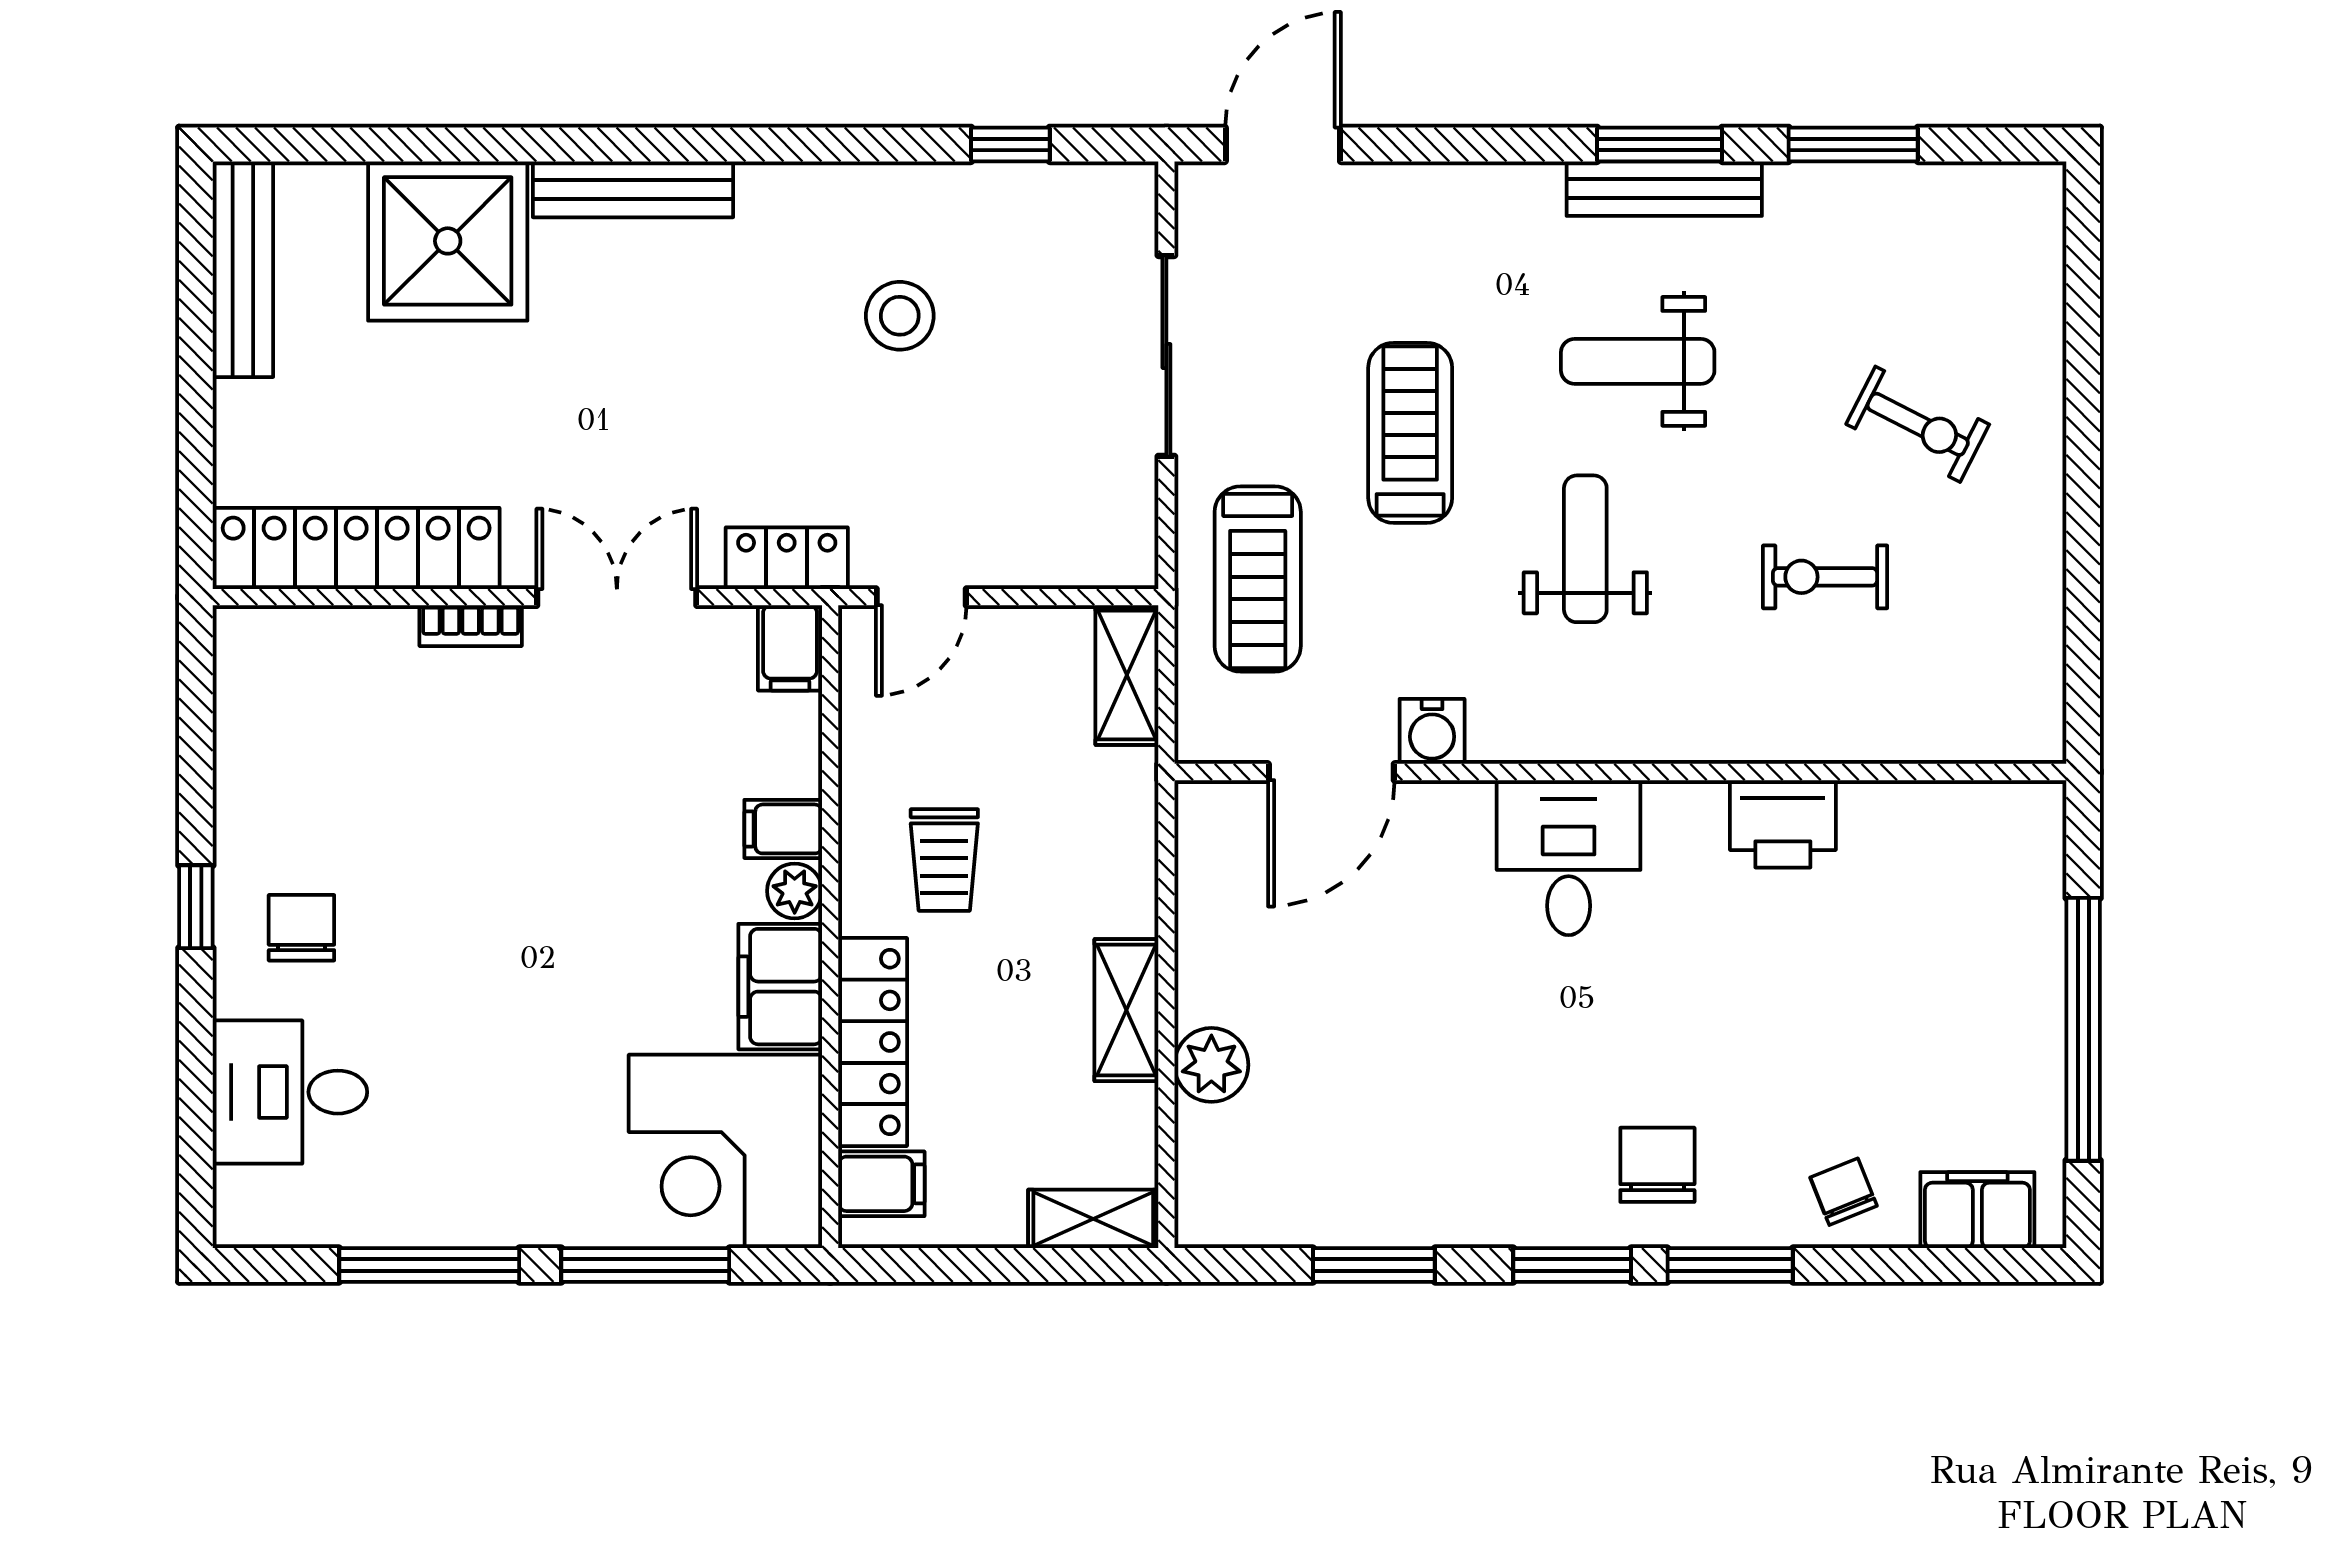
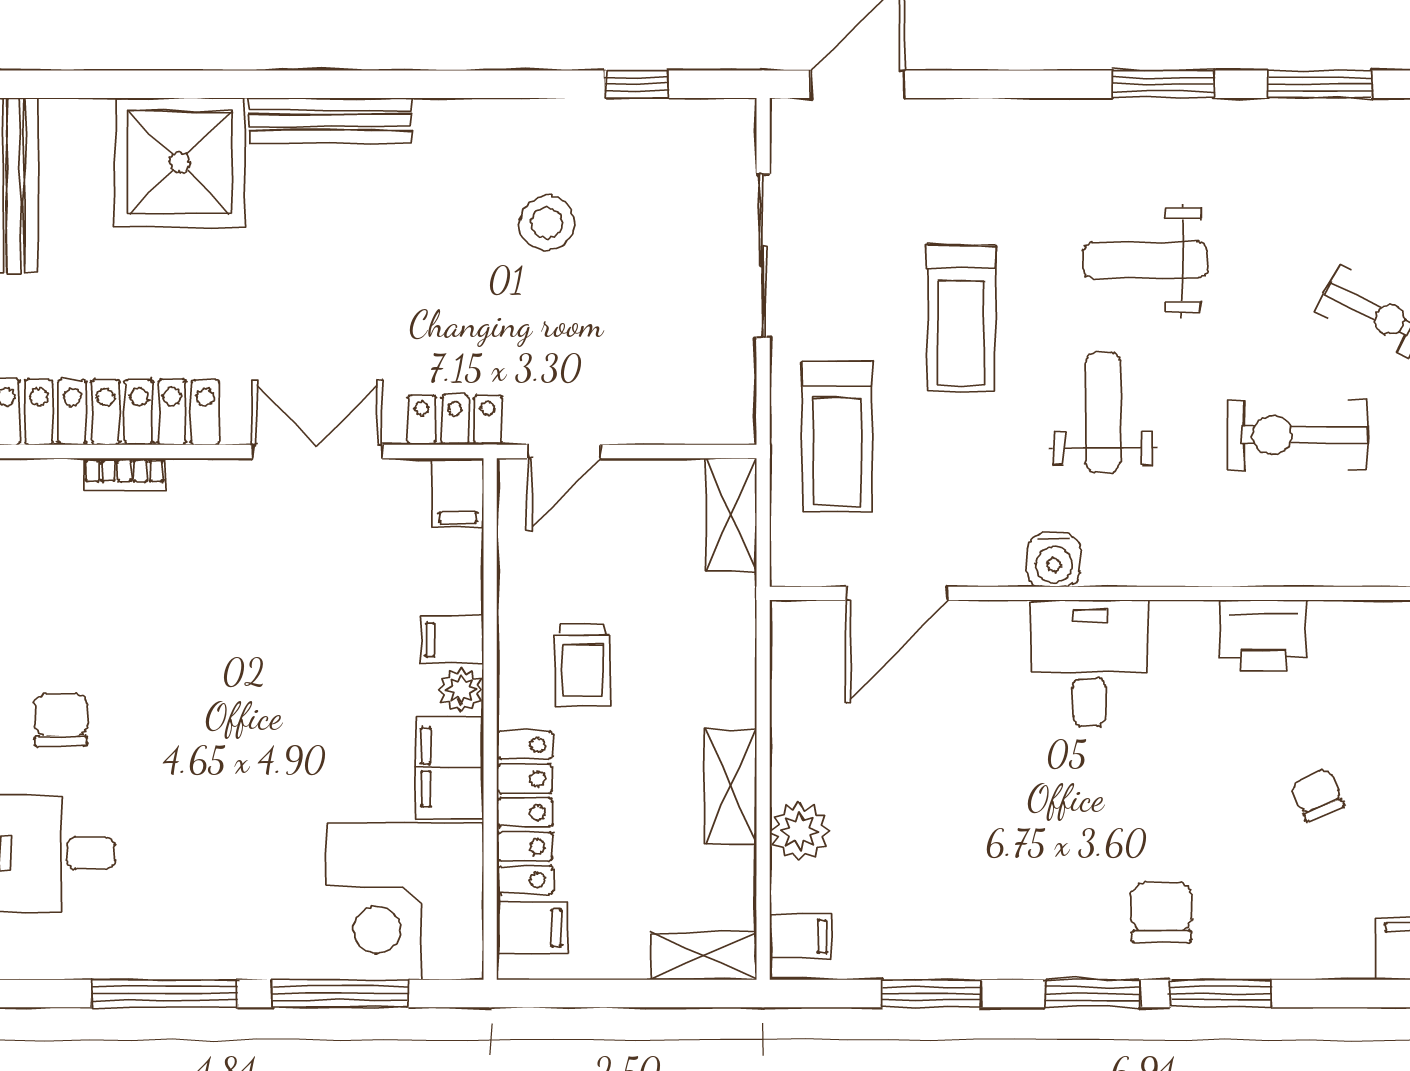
bench: (1664, 189) -> (1167, 120), removed
treadmill: (1410, 433) -> (961, 318), turned 180
exercise bike: (1825, 577) -> (1297, 435), width x1.38, depth x1.39
bookcase: (471, 626) -> (124, 475), moved
water cooler: (1432, 731) -> (1054, 560), moved
chair: (1844, 1192) -> (1318, 795), moved
filing cabinet: (1213, 1195) -> (801, 936), added

